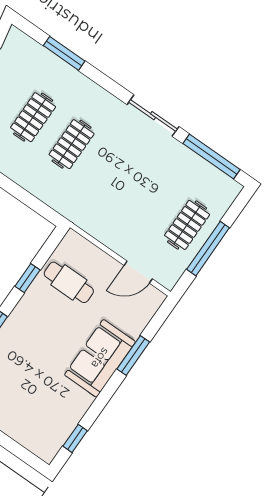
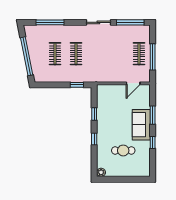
window: (64, 53) -> (50, 22), width x1.44
window: (33, 203) -> (77, 85), added
cafe table: (69, 282) -> (123, 150), moved
window: (75, 438) -> (153, 143), moved

